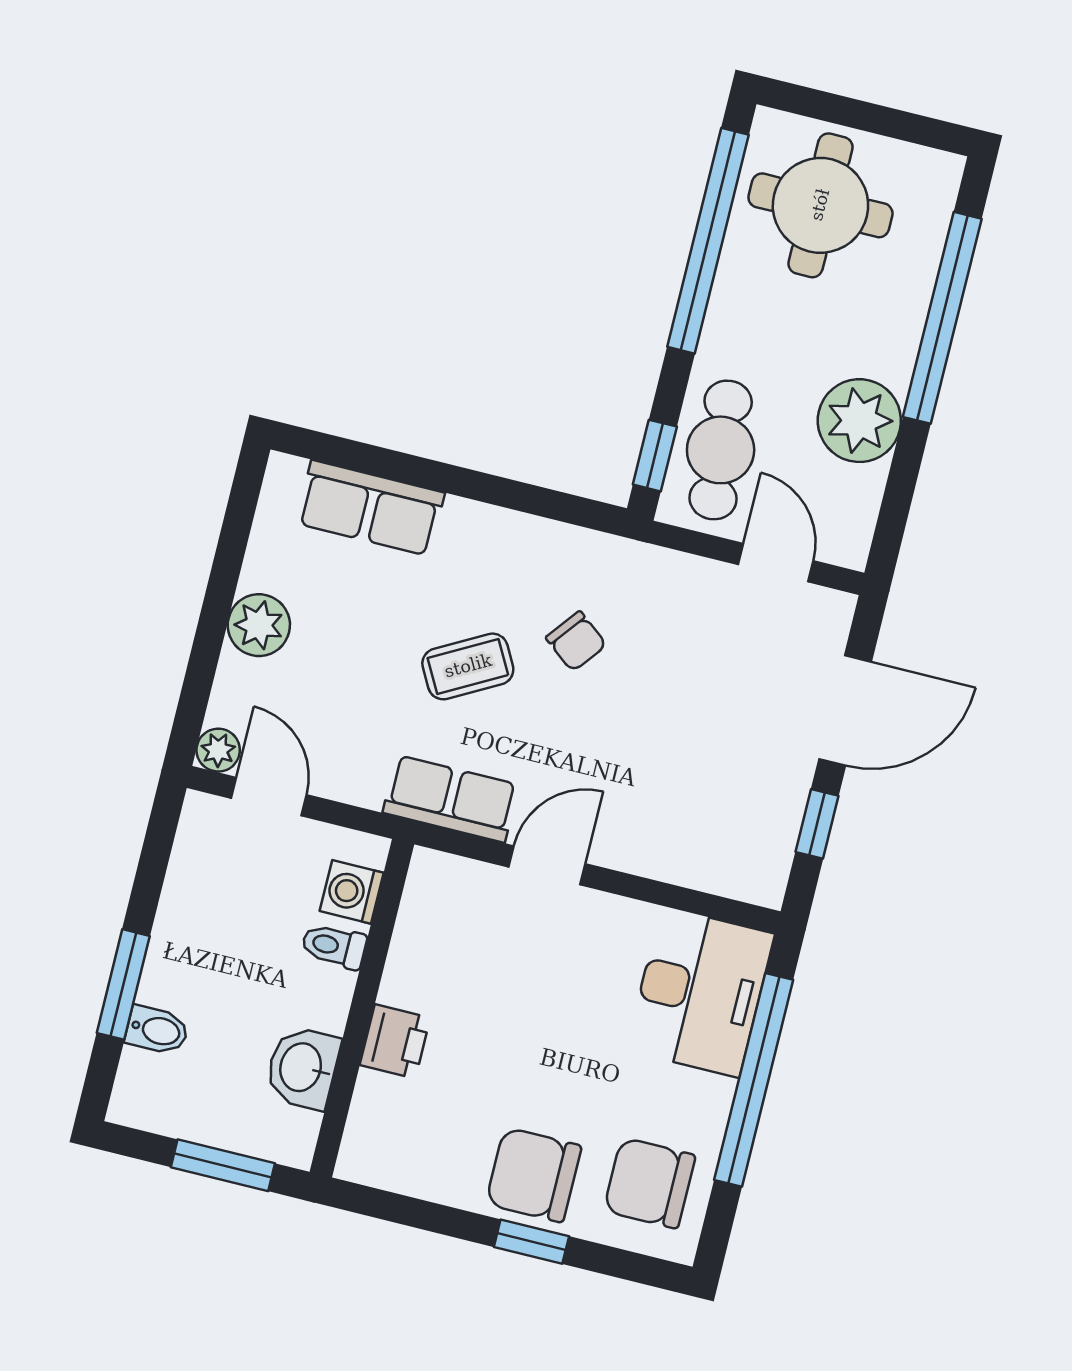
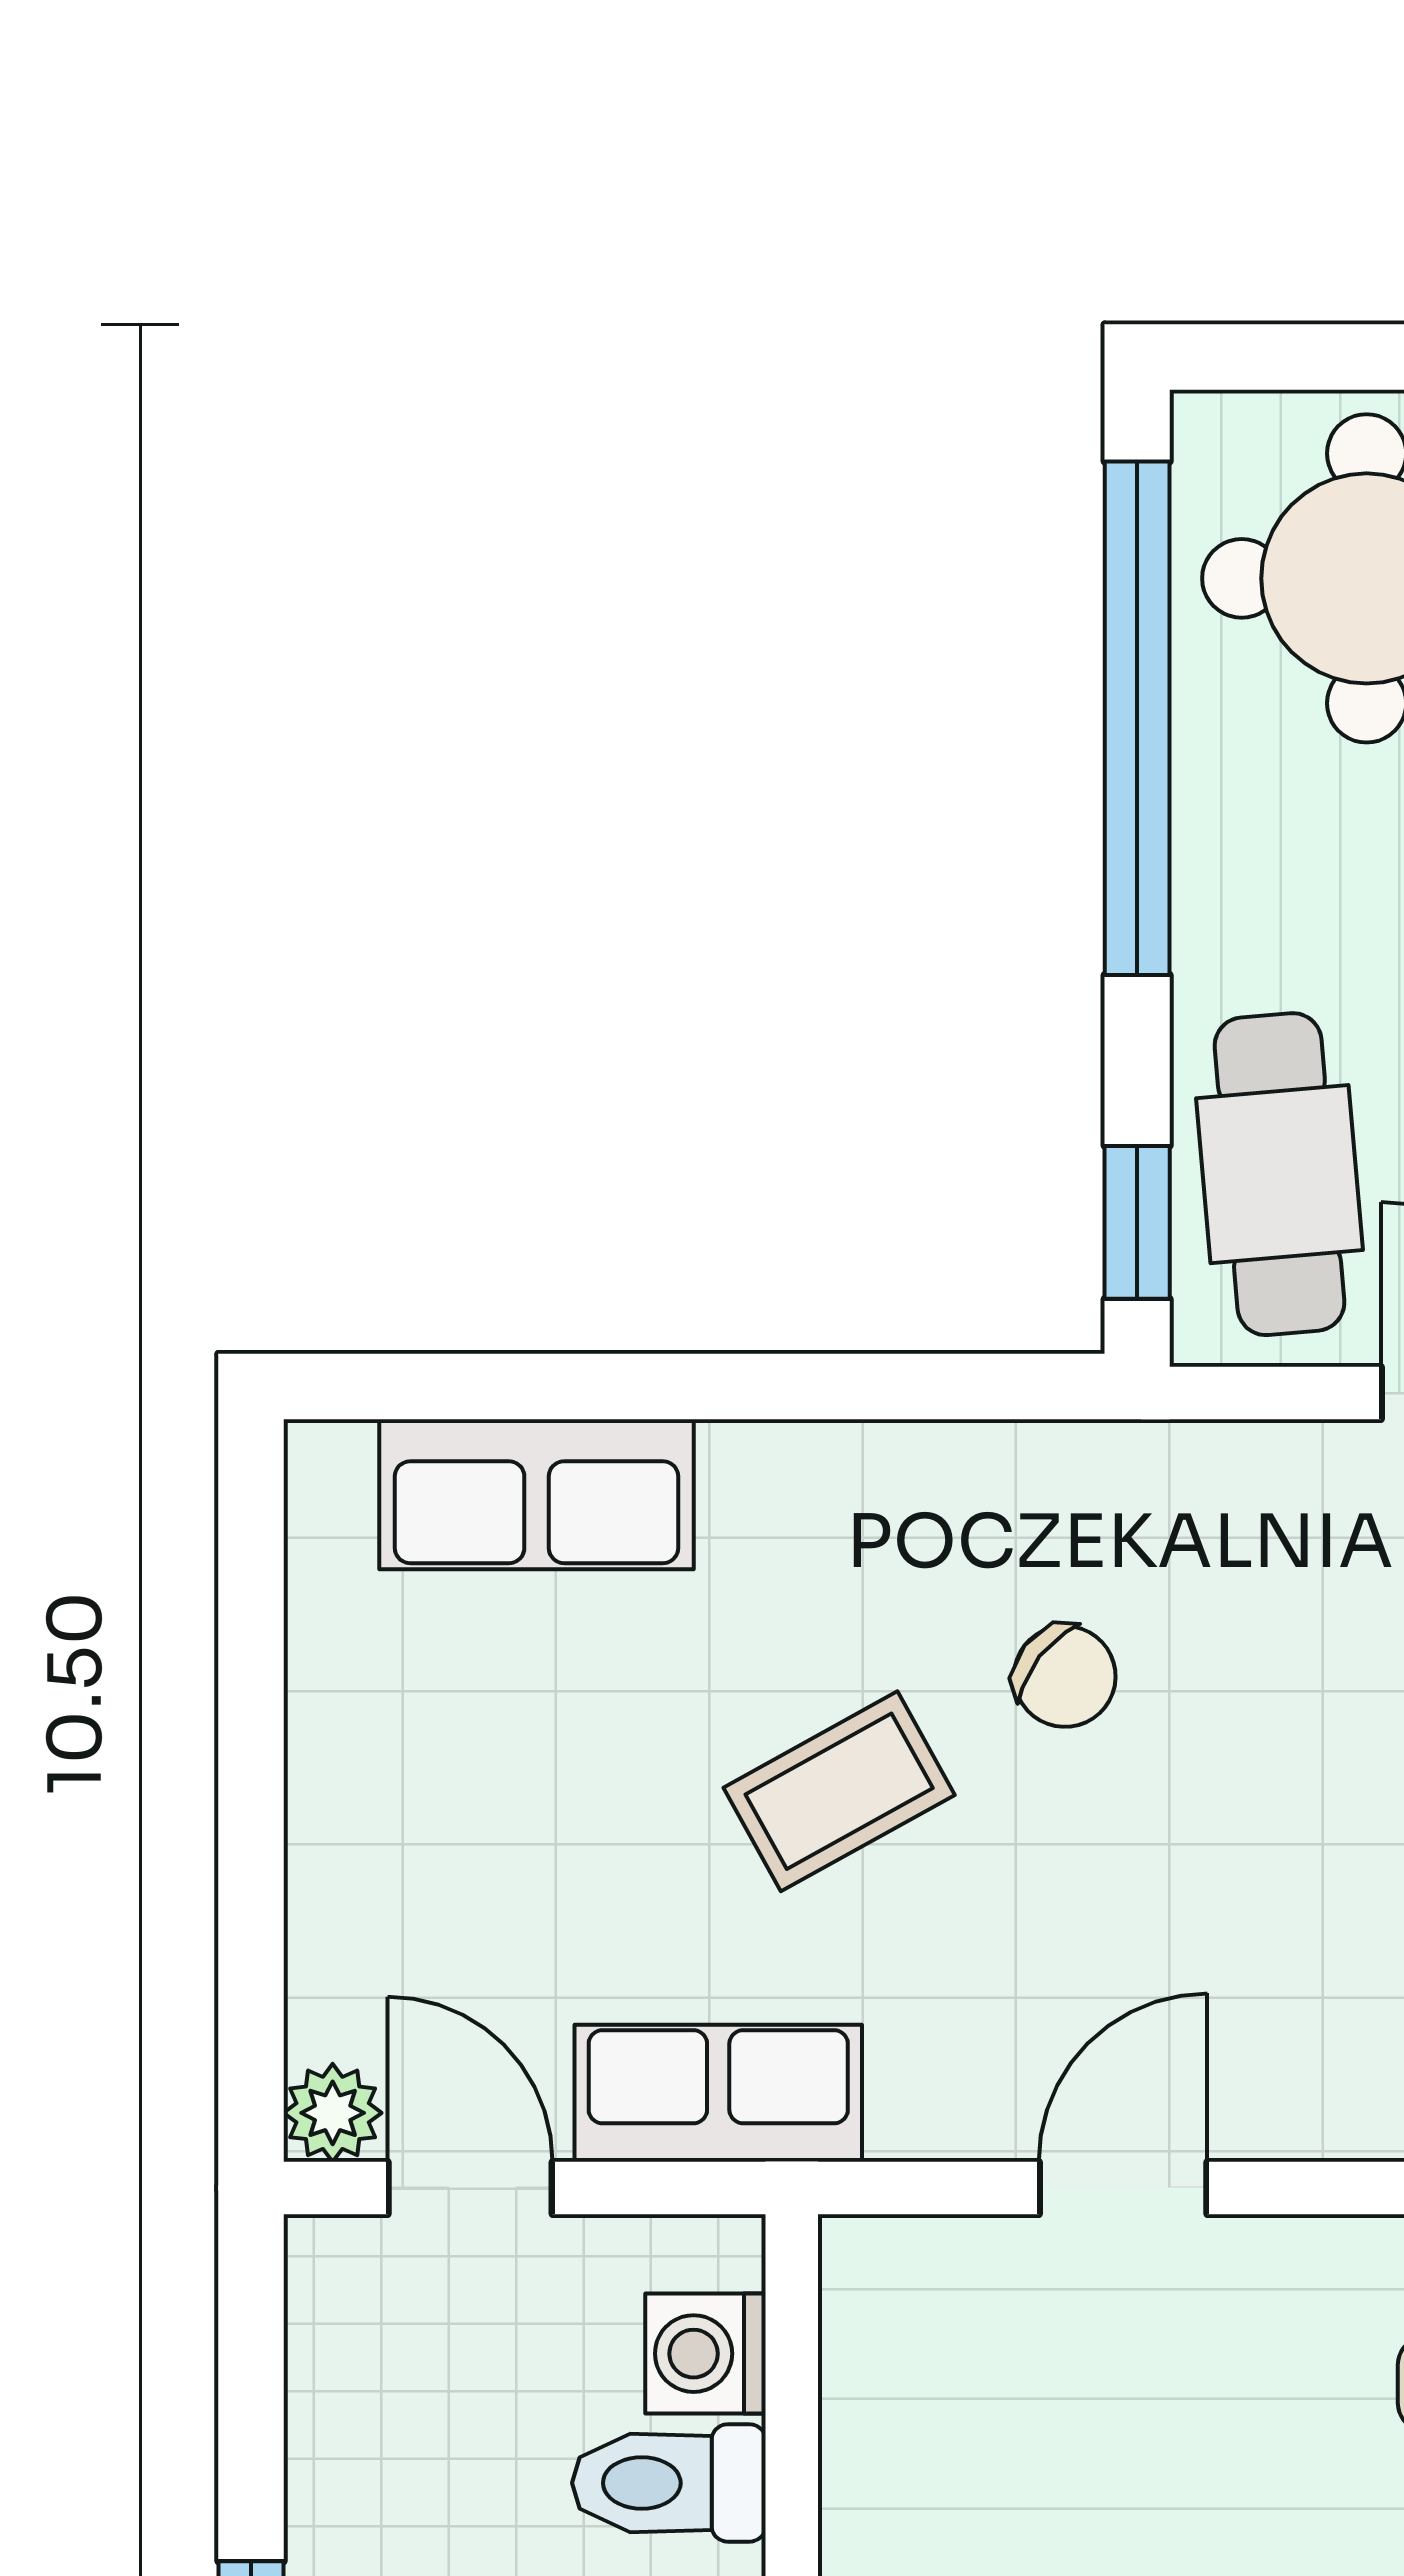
plant: (259, 625) -> (354, 1814), removed
row of seats: (451, 799) -> (718, 2093), moved
toilet: (334, 946) -> (669, 2483), width x1.37, depth x1.39

